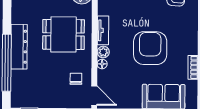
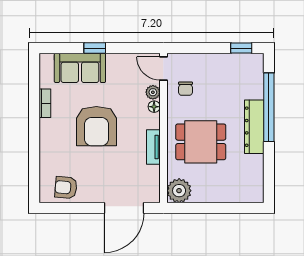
plant: (103, 52) -> (153, 92), moved

